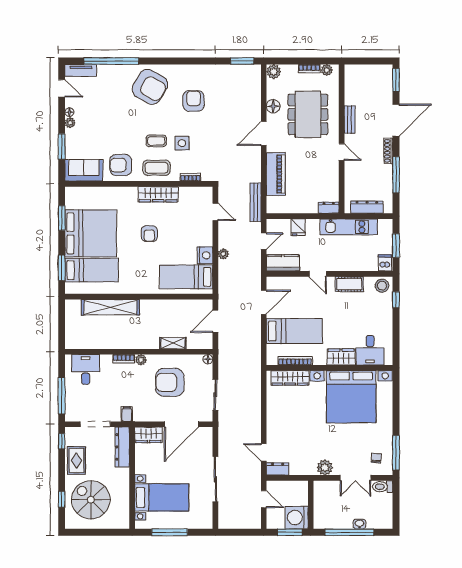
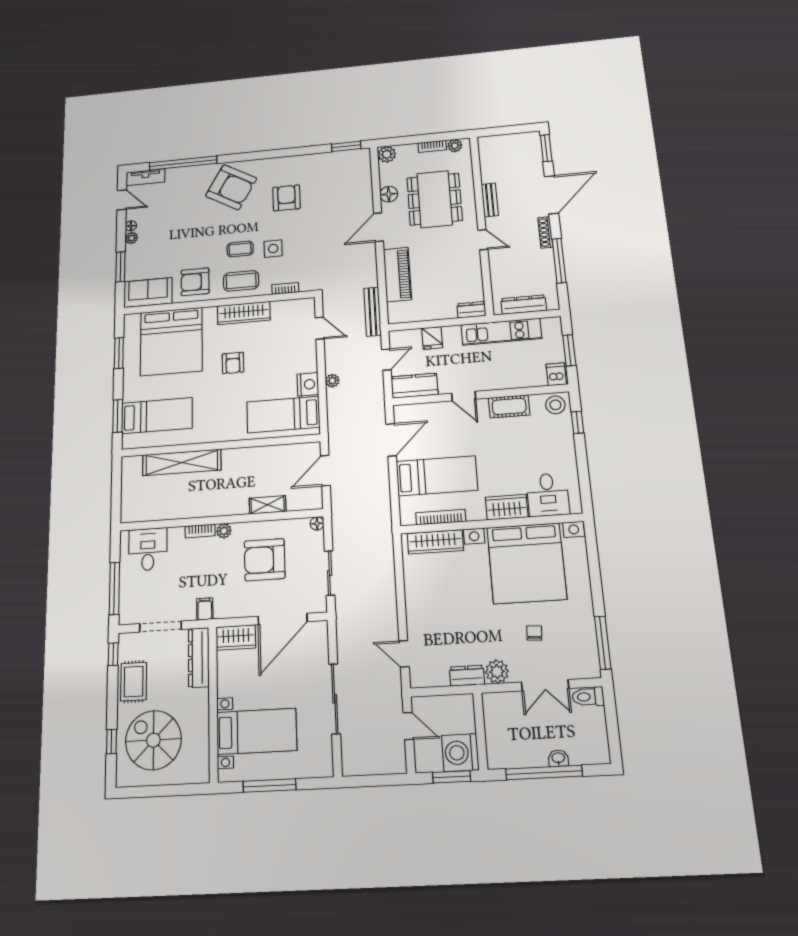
bed: (91, 233) -> (171, 341), moved, turned 90
chair: (376, 458) -> (534, 633), moved
dresser: (278, 469) -> (467, 676), moved

